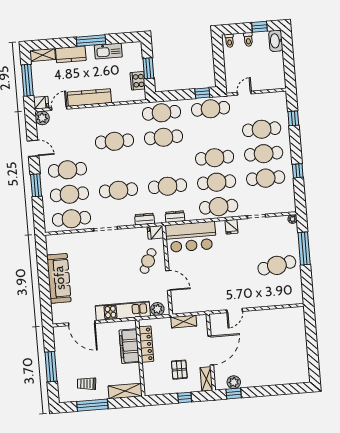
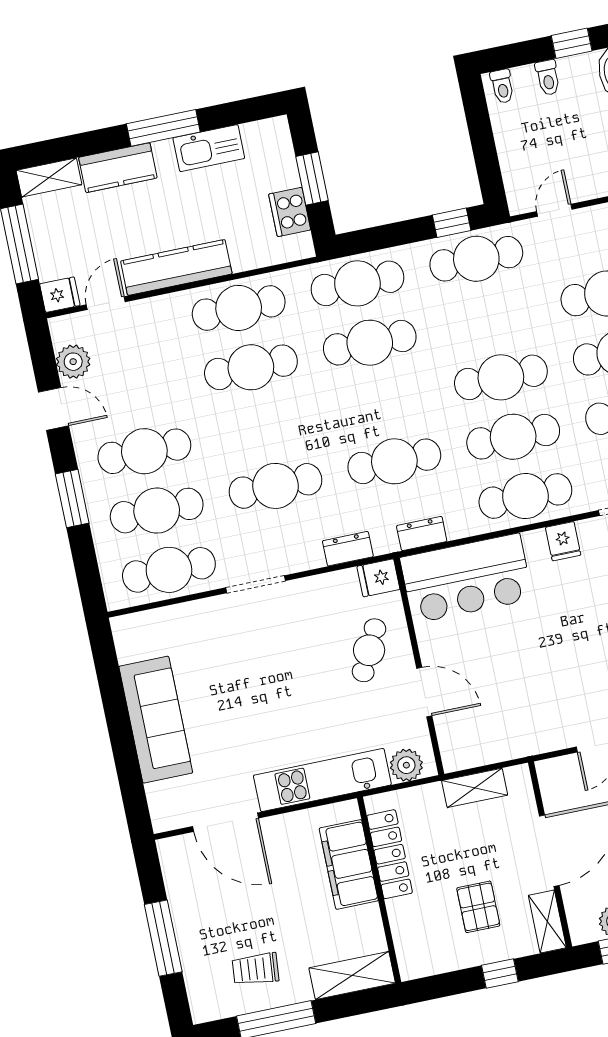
cafe table: (112, 117) -> (239, 308), added
plant: (42, 118) -> (73, 362), moved

